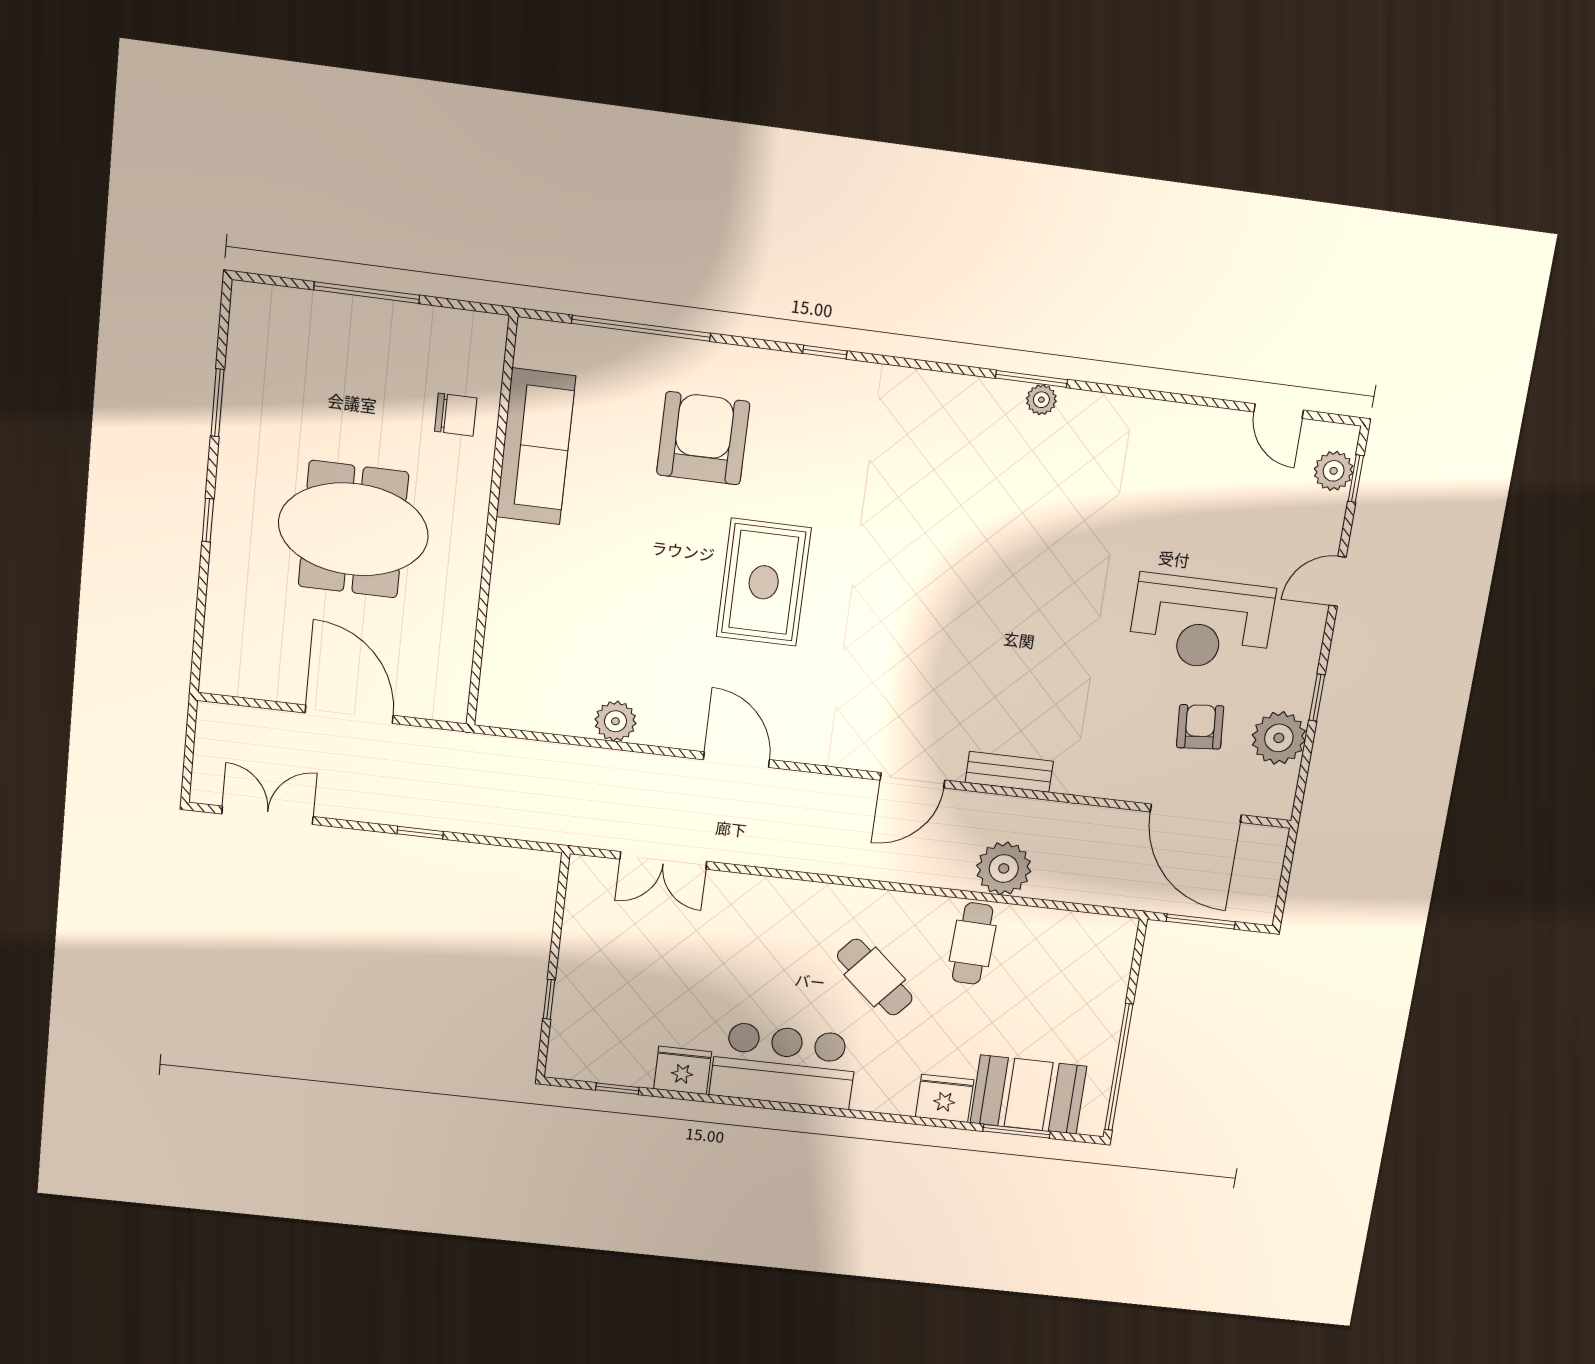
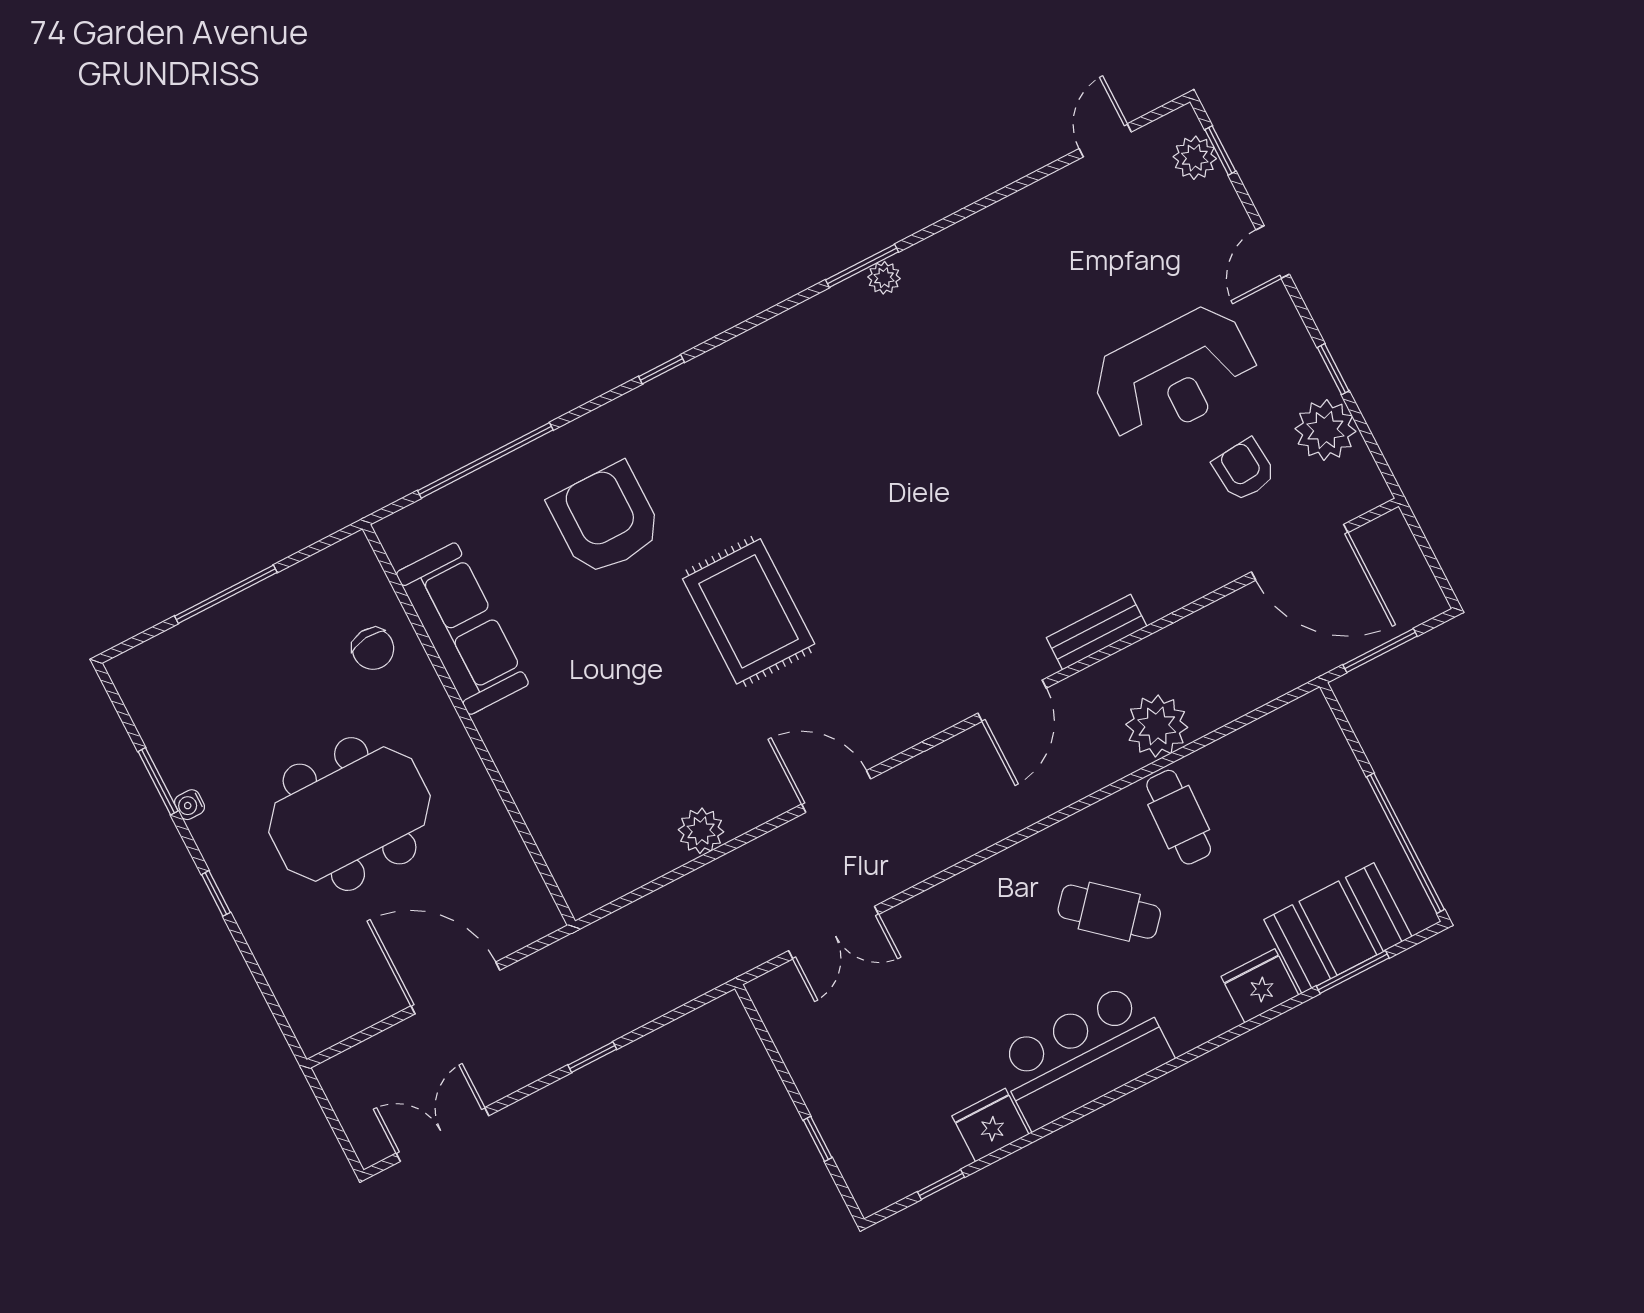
door: (1279, 411) -> (1105, 140), swing flipped
chair: (456, 415) -> (373, 649), turned 84
water cooler: (231, 438) -> (190, 805), added

